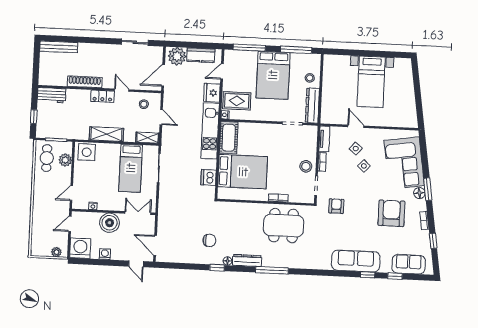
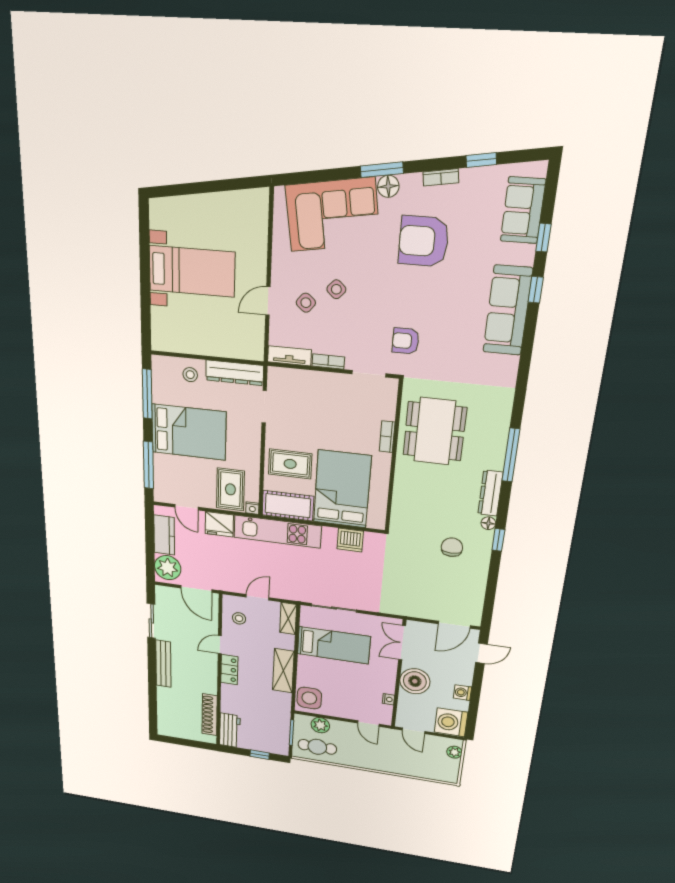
bench: (59, 47) -> (163, 664), moved
shoe rack: (85, 82) -> (210, 715), moved
rug: (257, 139) -> (290, 464), added
stool: (306, 166) -> (335, 389), removed

